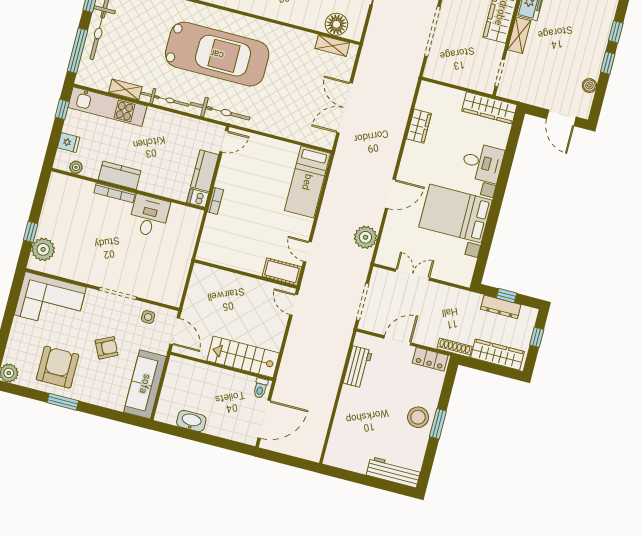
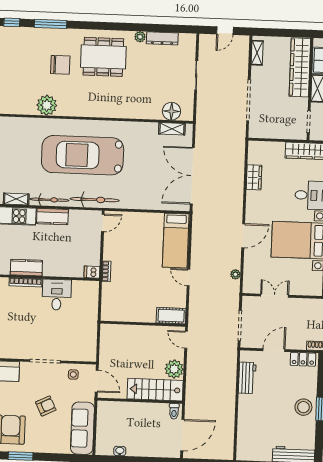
car: (217, 54) -> (83, 155), turned 180
double door: (345, 108) -> (192, 176), width x1.36
kitchen counter: (205, 171) -> (52, 217), moved, turned -90
plant: (365, 237) -> (235, 274), width x0.53, depth x0.53
door: (307, 252) -> (188, 277), moved
plant: (272, 337) -> (174, 369), added
washbasin: (191, 421) -> (120, 451), width x0.52, depth x0.69

